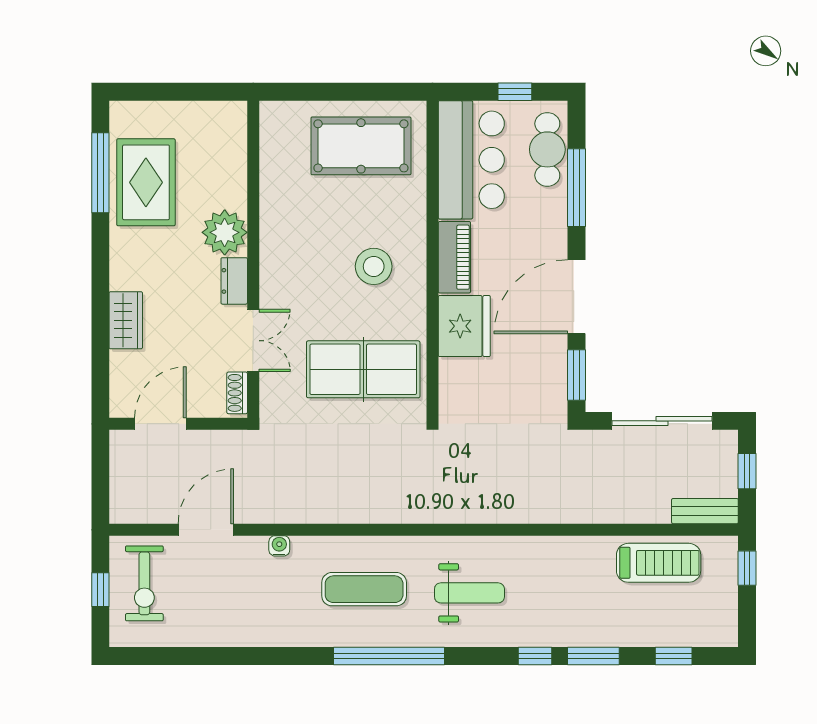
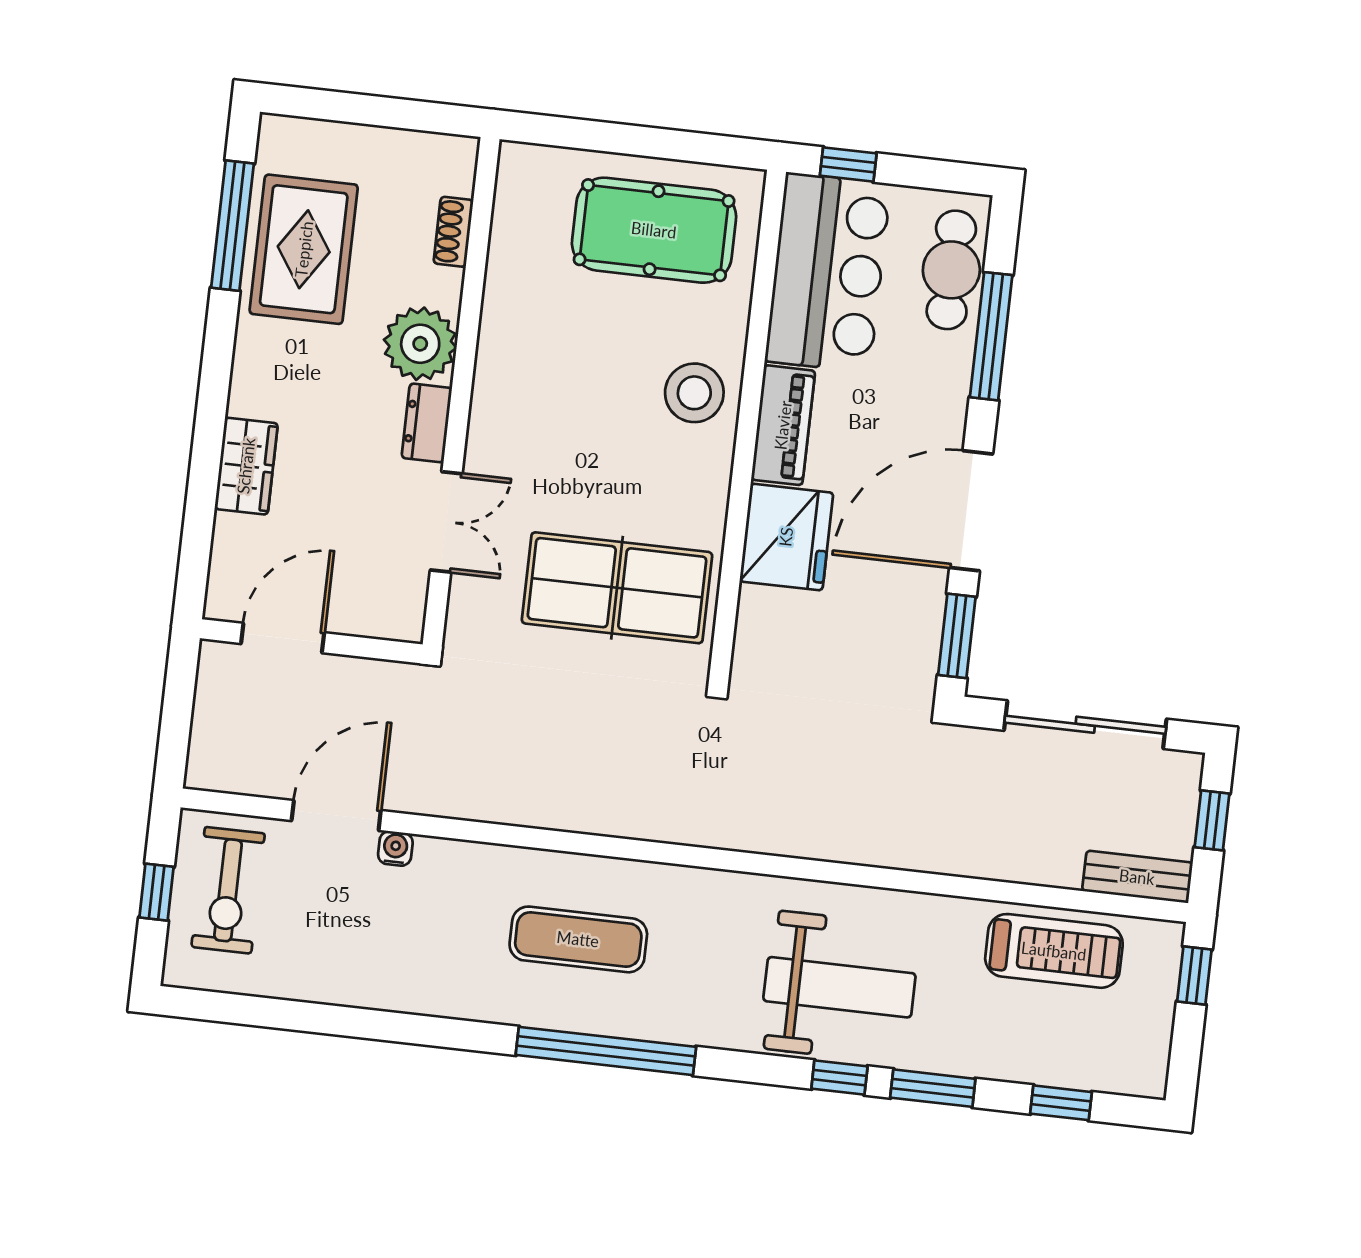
window: (515, 92) -> (848, 165), moved
stool: (374, 266) -> (694, 393), moved
shoe rack: (237, 393) -> (453, 232), moved
water cooler: (279, 546) -> (395, 848), moved
weight bench: (469, 593) -> (839, 987), moved, width x1.36, depth x1.33

